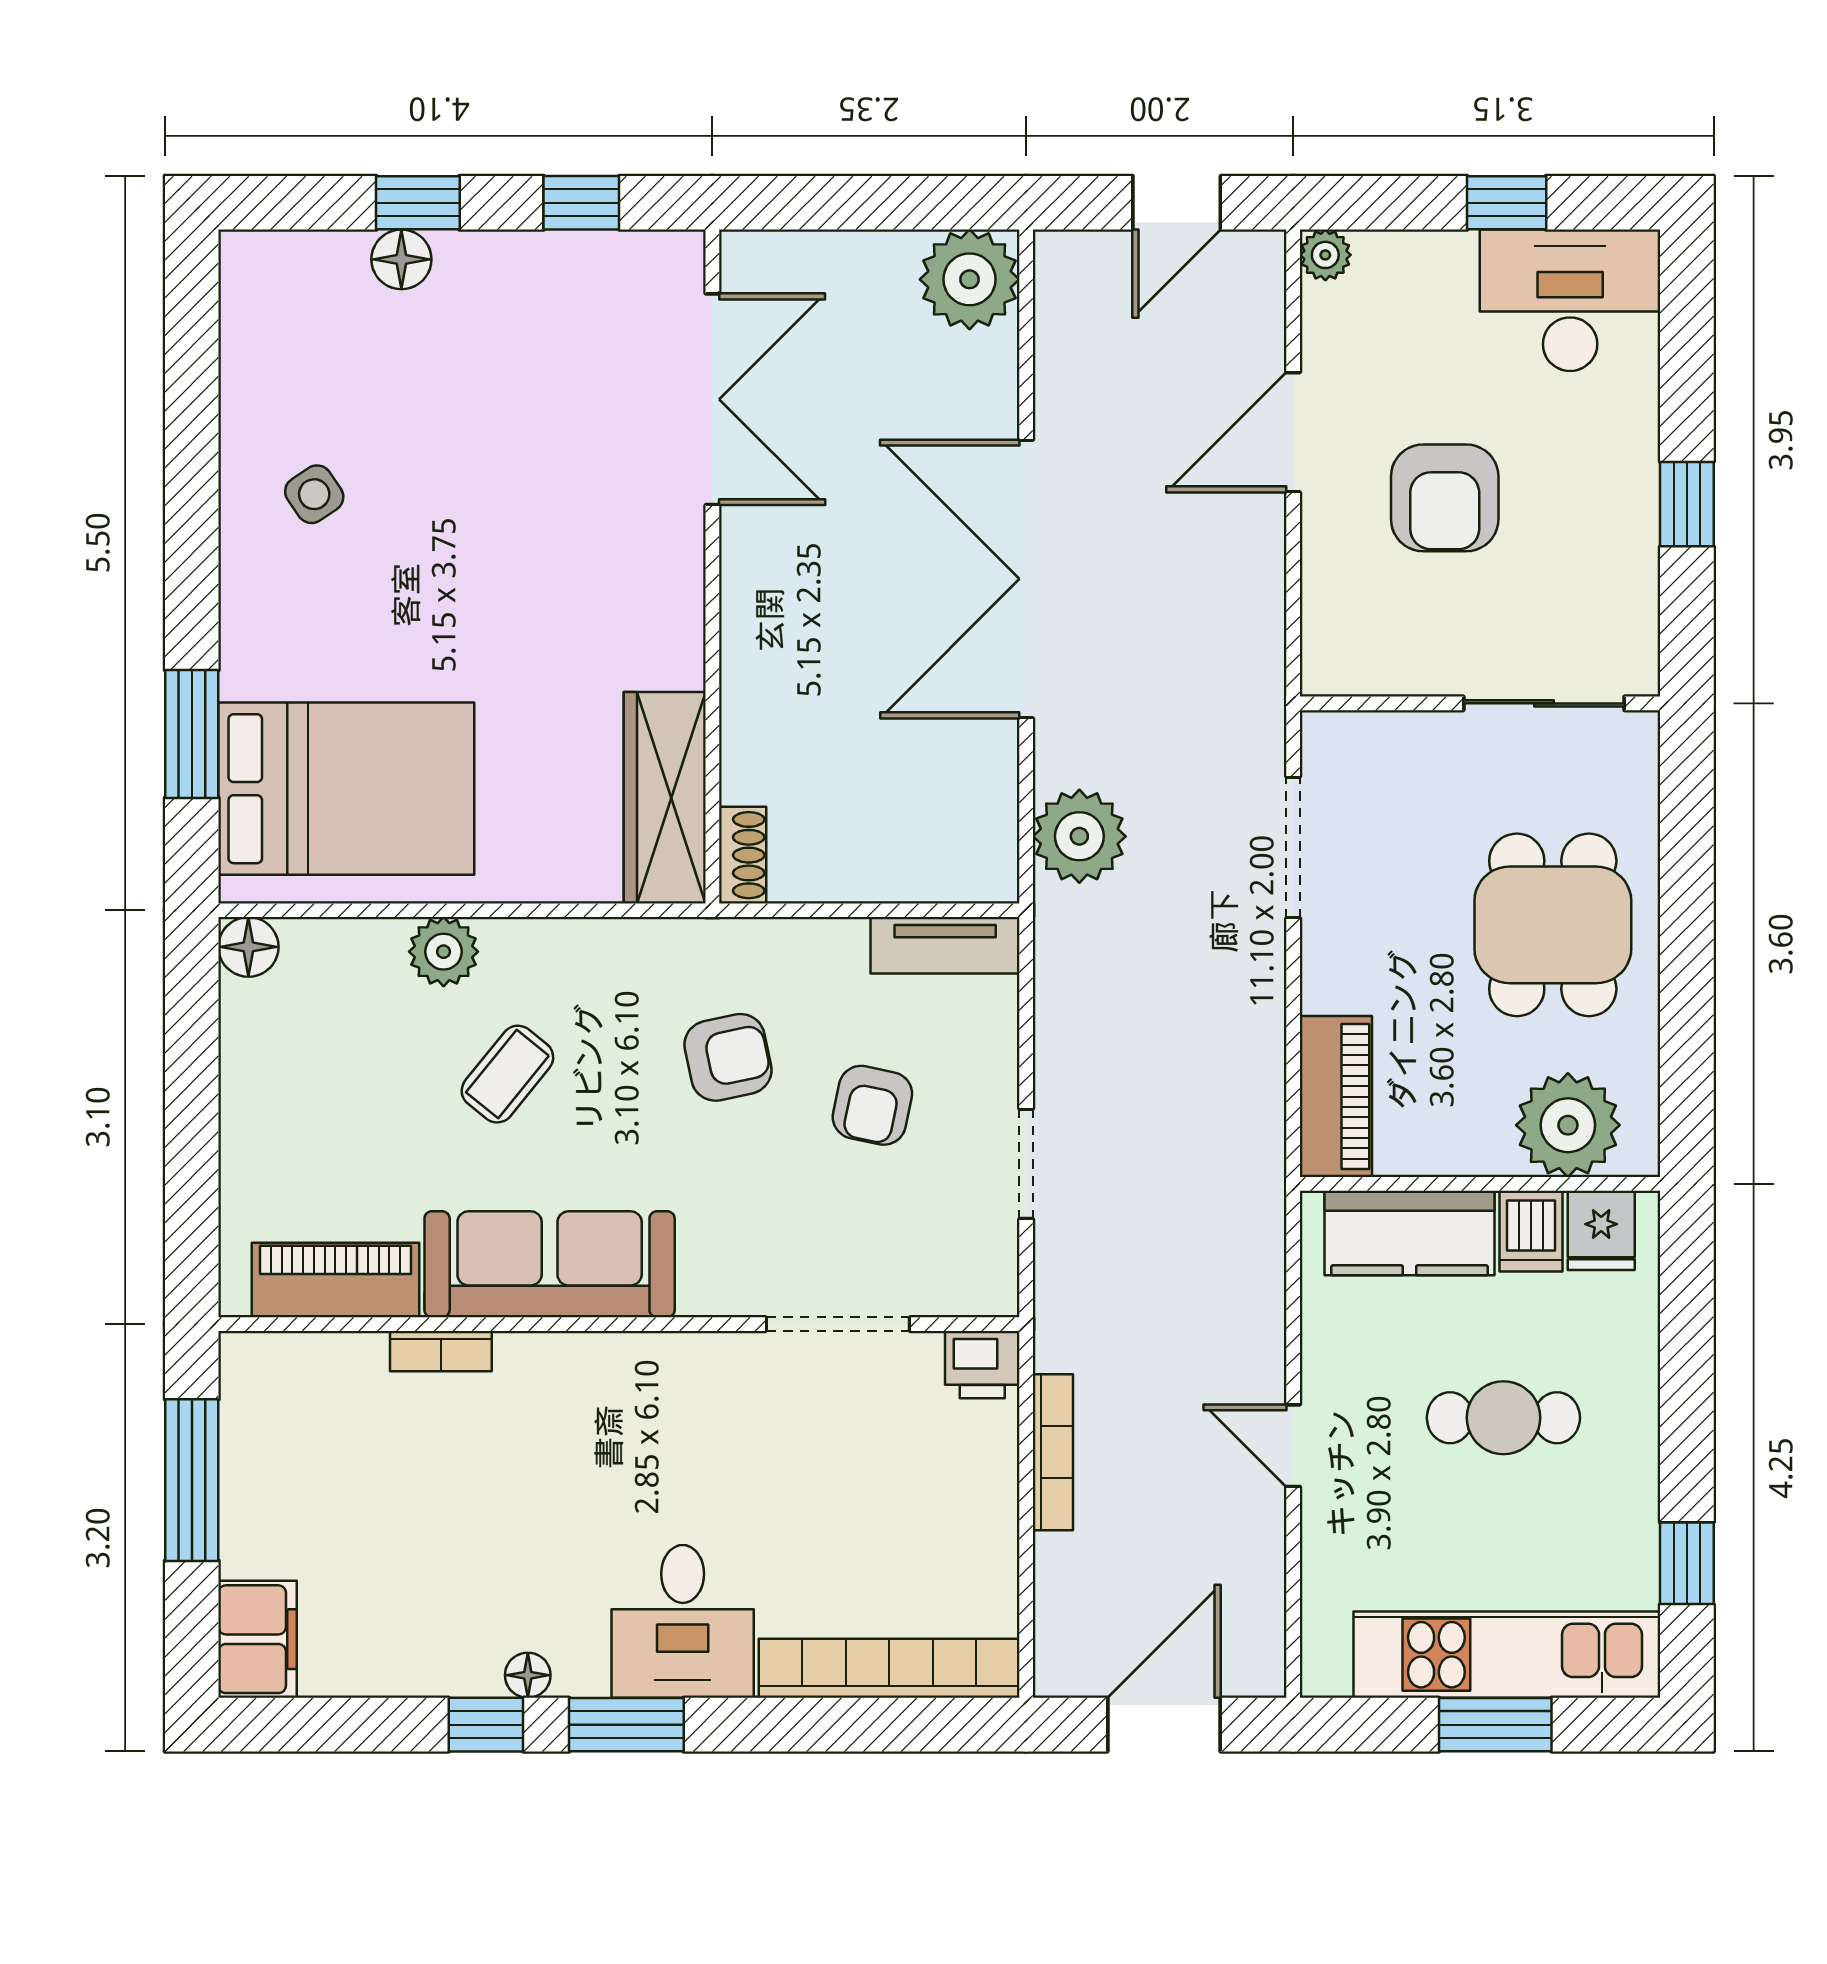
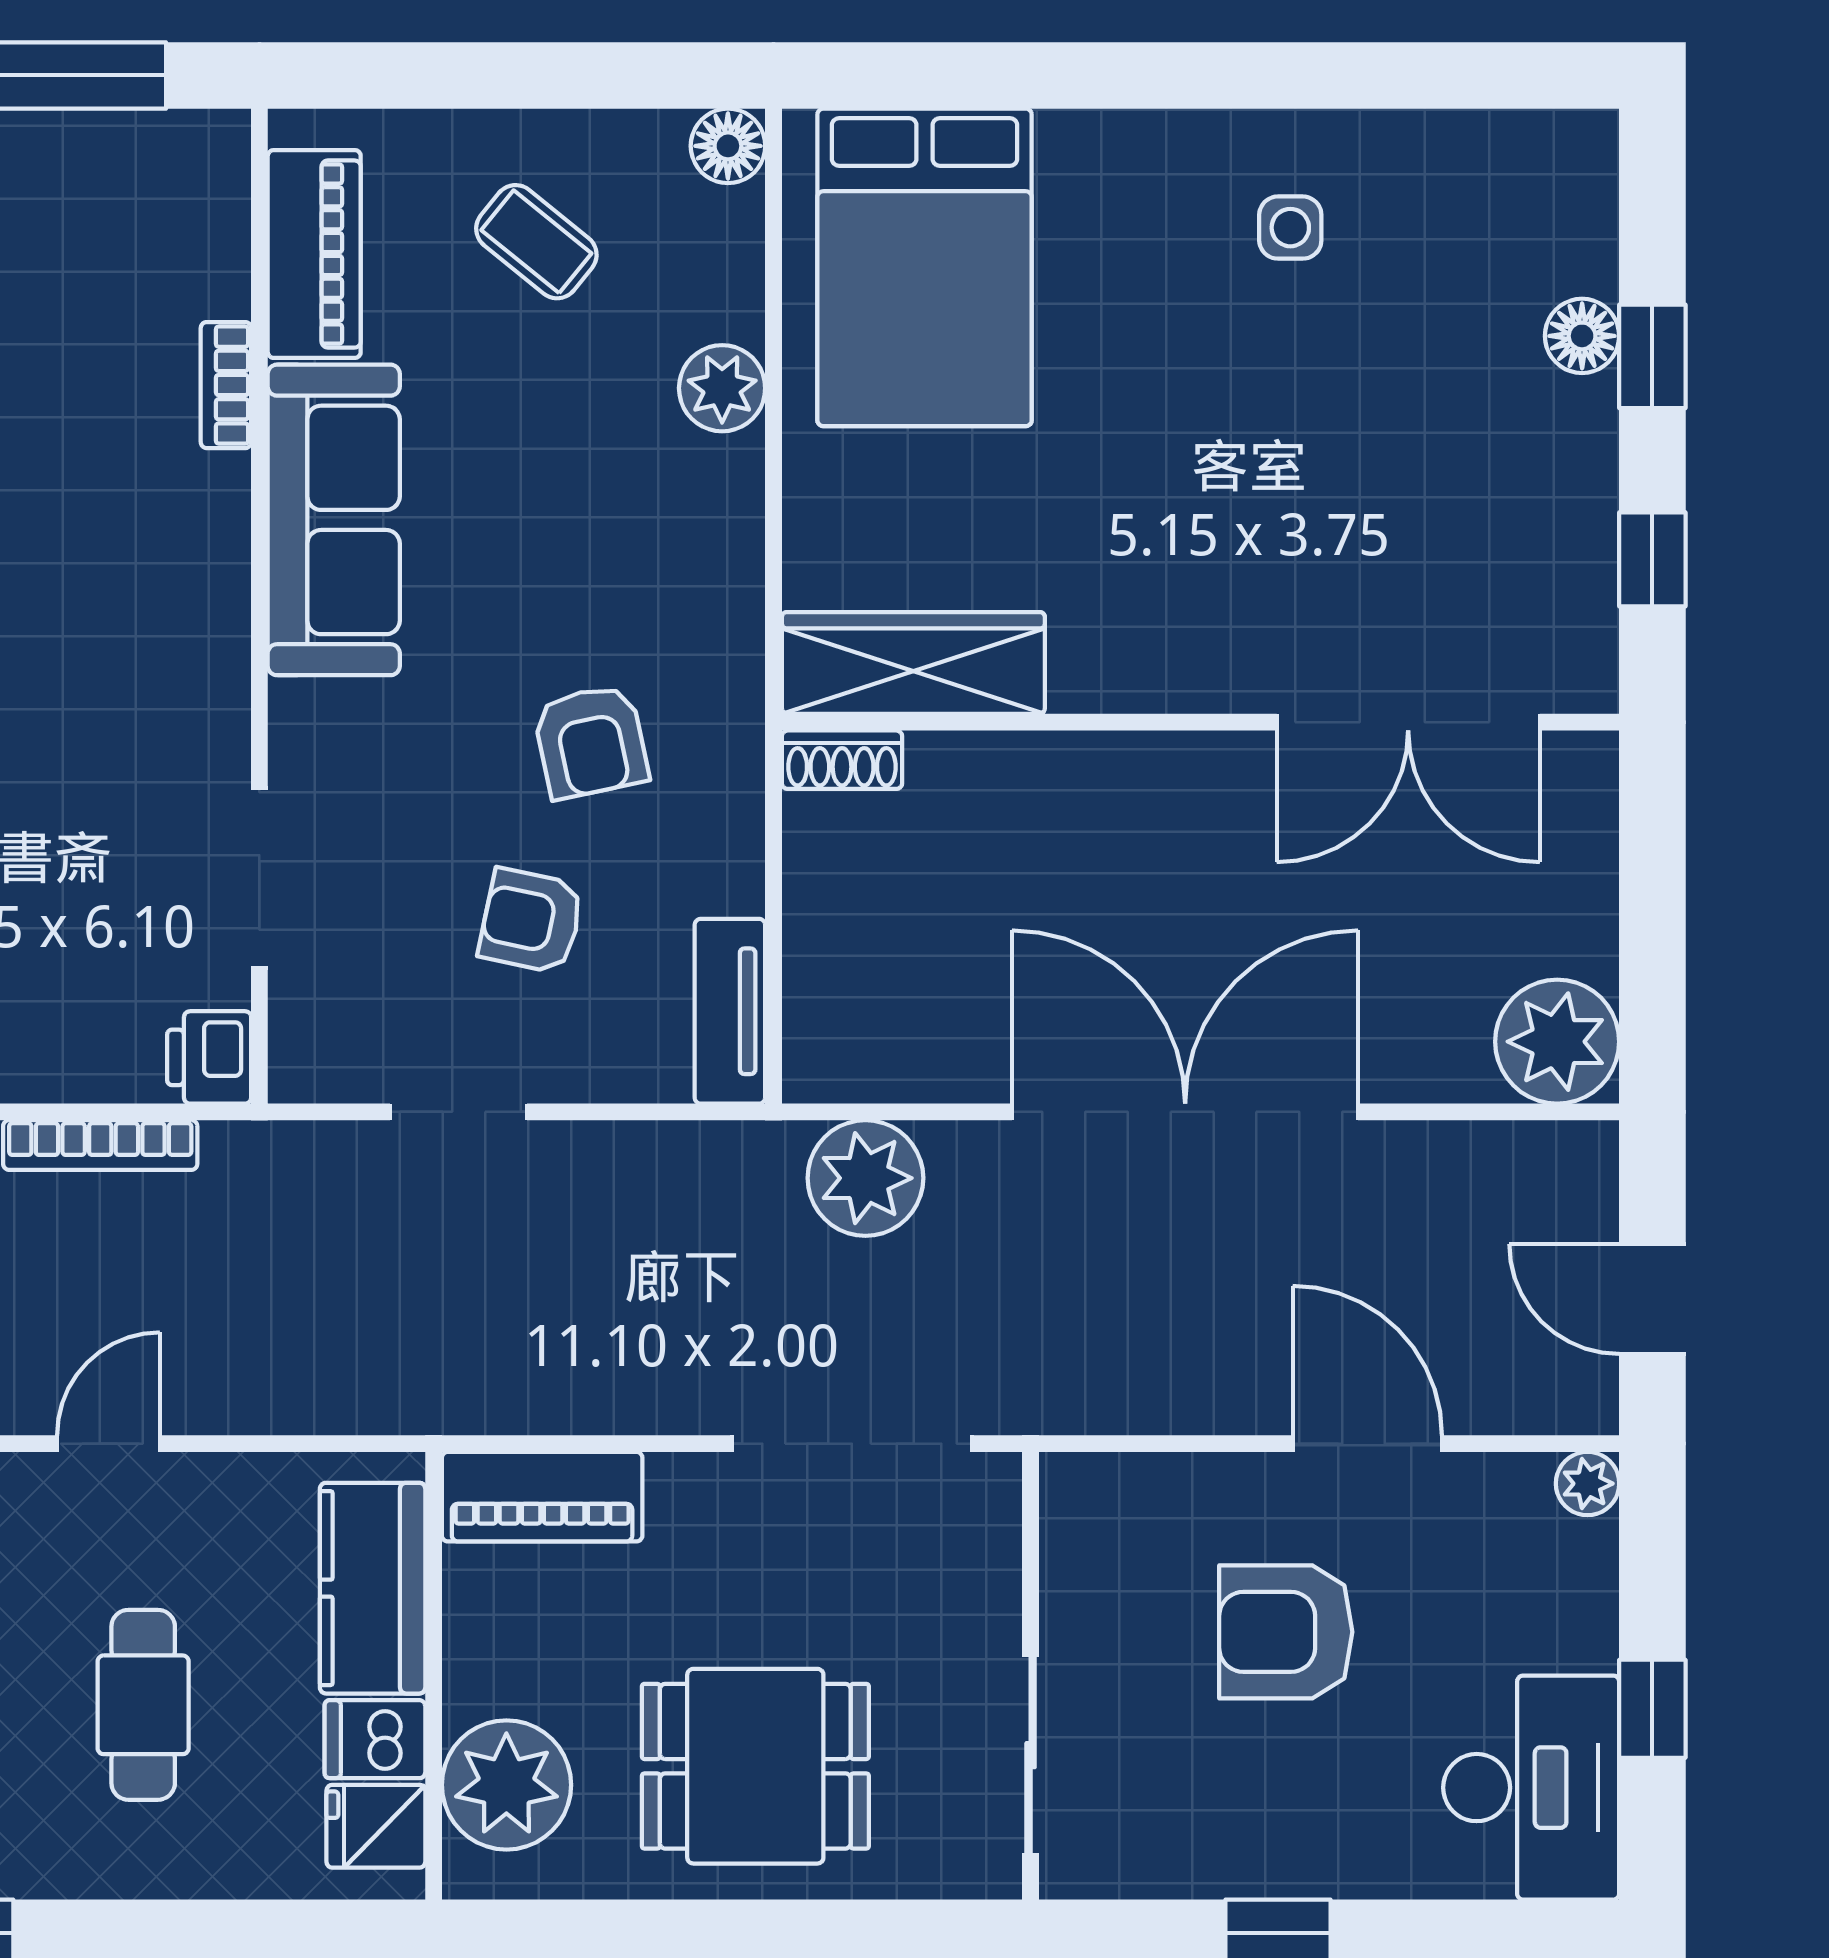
side table: (314, 494) -> (1290, 228), turned 34
window: (192, 734) -> (993, 75), removed
doorway: (1293, 847) -> (852, 1444), width x1.36
coffee table: (507, 1074) -> (536, 242), moved

